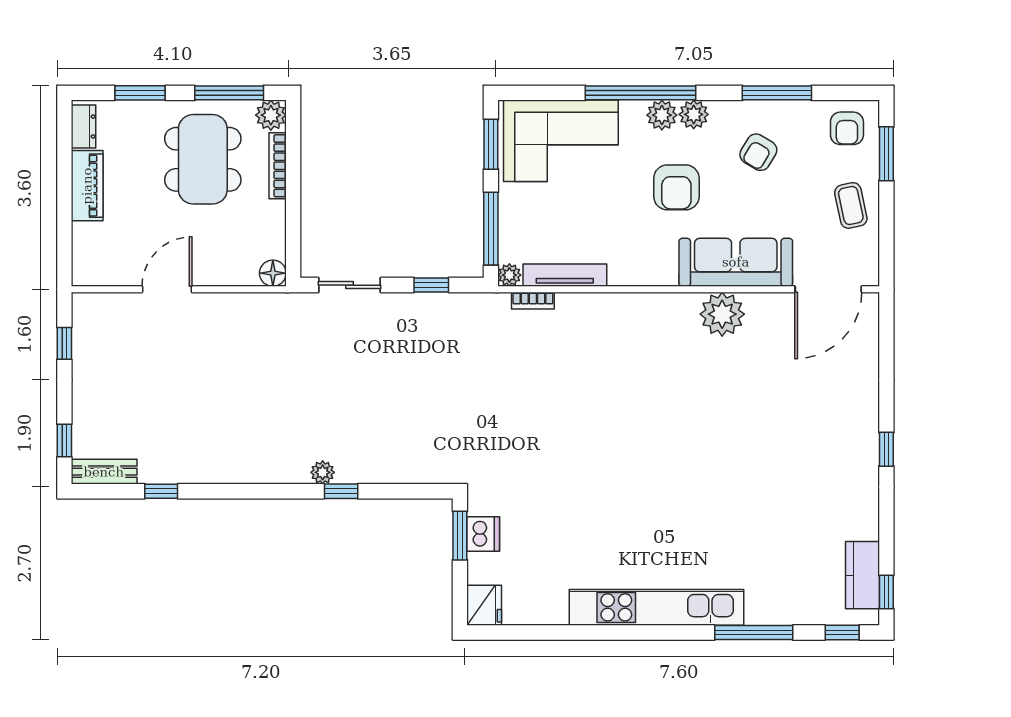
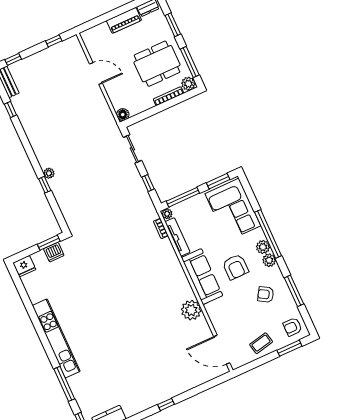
armchair: (676, 187) -> (235, 267), turned -90
sofa: (736, 262) -> (202, 277), moved

